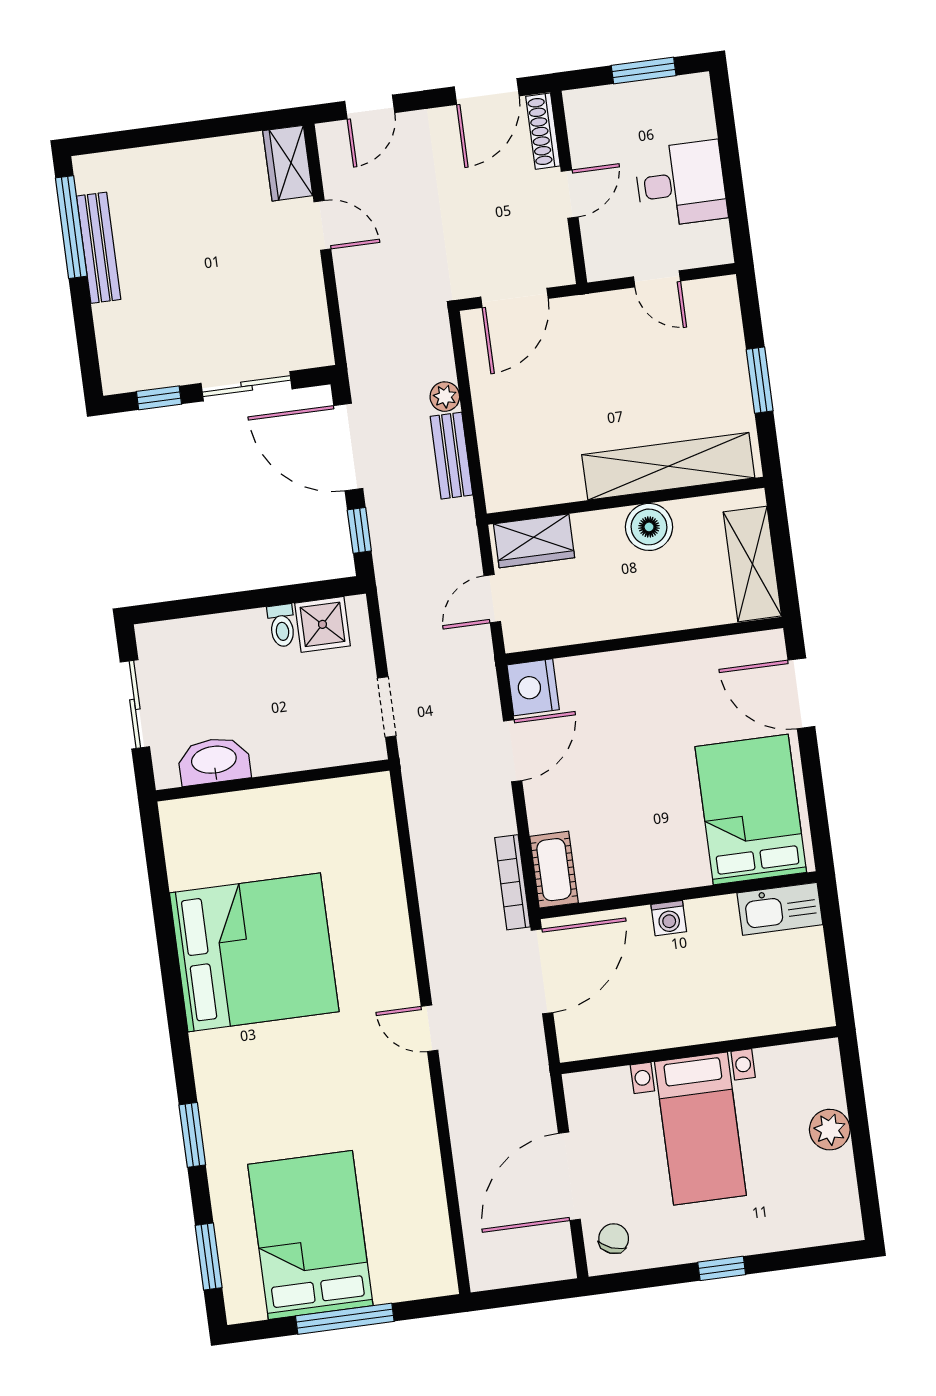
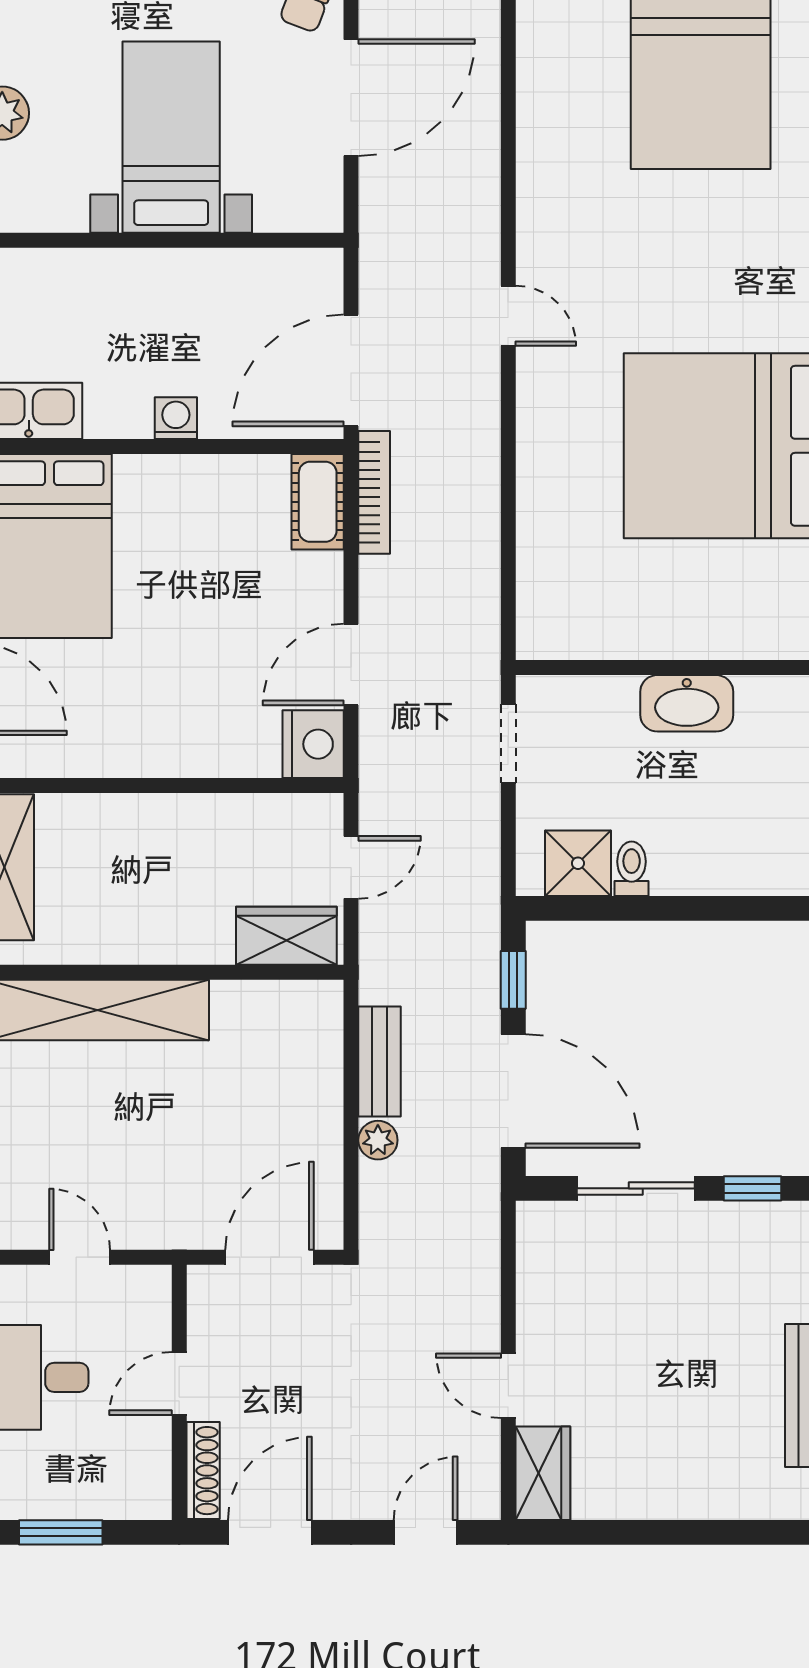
boiler: (649, 527) -> (133, 934), removed
washbasin: (214, 761) -> (687, 703), moved

